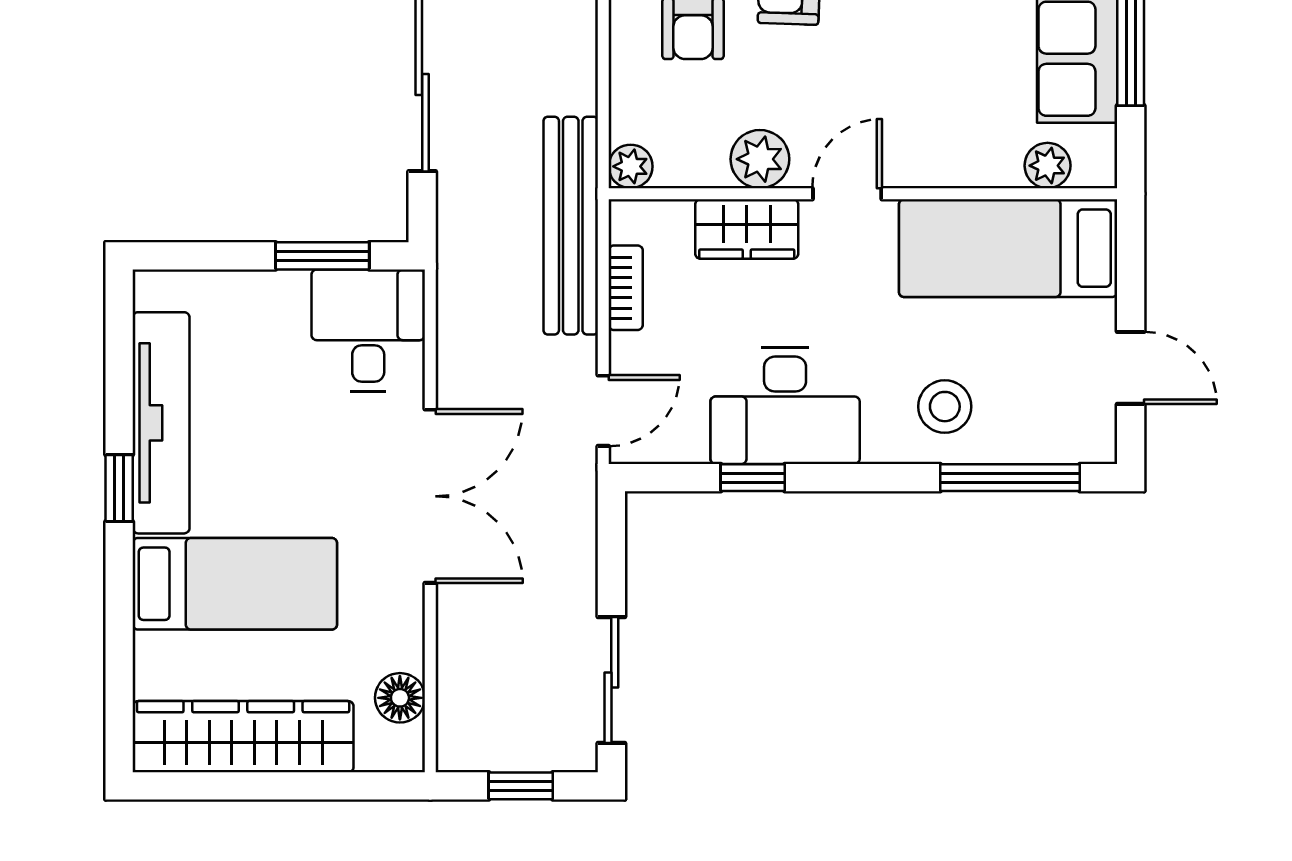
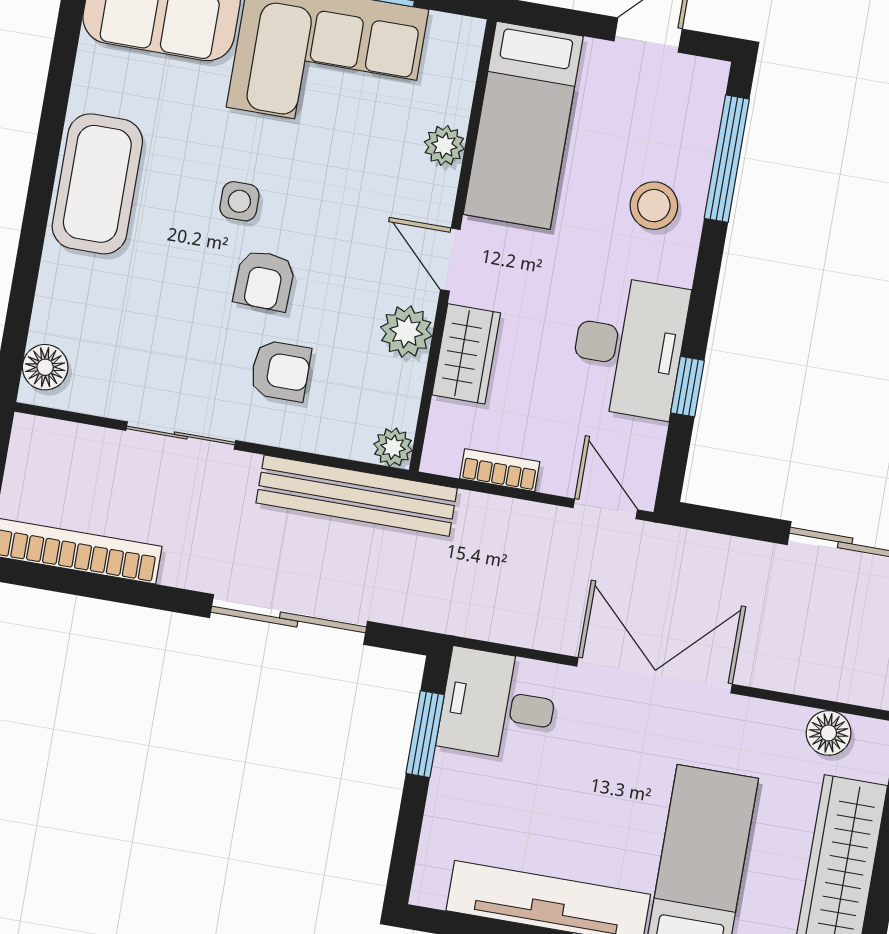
plant: (1048, 166) -> (444, 145), moved
bench: (571, 226) -> (357, 496), moved

